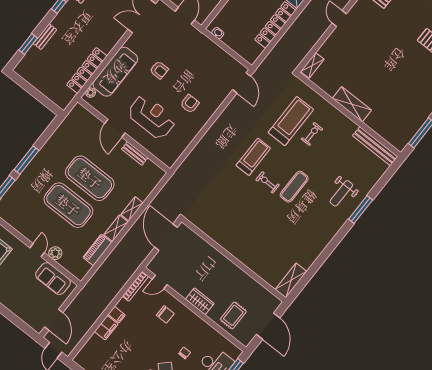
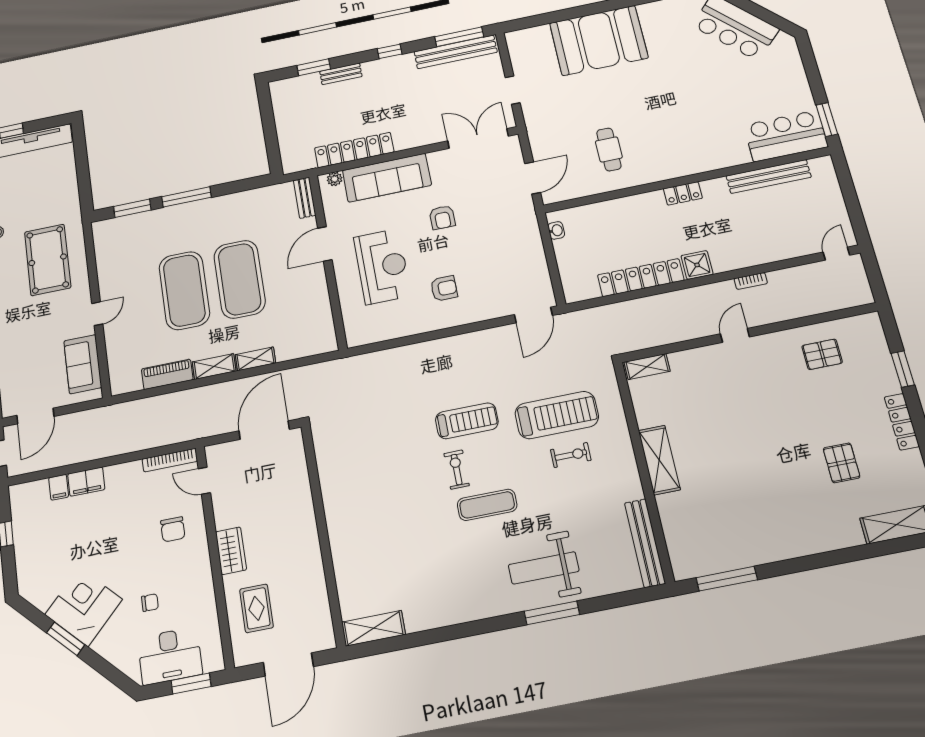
bench: (135, 153) -> (305, 198), moved
weight bench: (341, 193) -> (544, 568), width x1.36, depth x1.33
plant: (55, 253) -> (115, 335), removed
filing cabinet: (117, 315) -> (59, 487), moved
rug: (233, 315) -> (256, 608), turned 90

